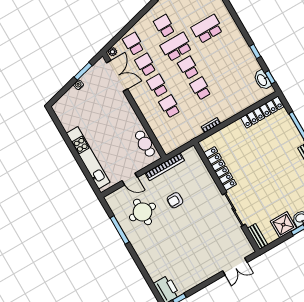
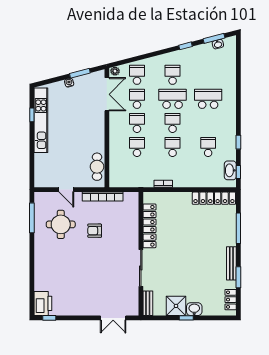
school desk: (231, 71) -> (208, 147), added
window: (63, 131) -> (32, 115), added
kitchen unit: (88, 158) -> (41, 120), moved
window: (120, 230) -> (32, 218), moved

